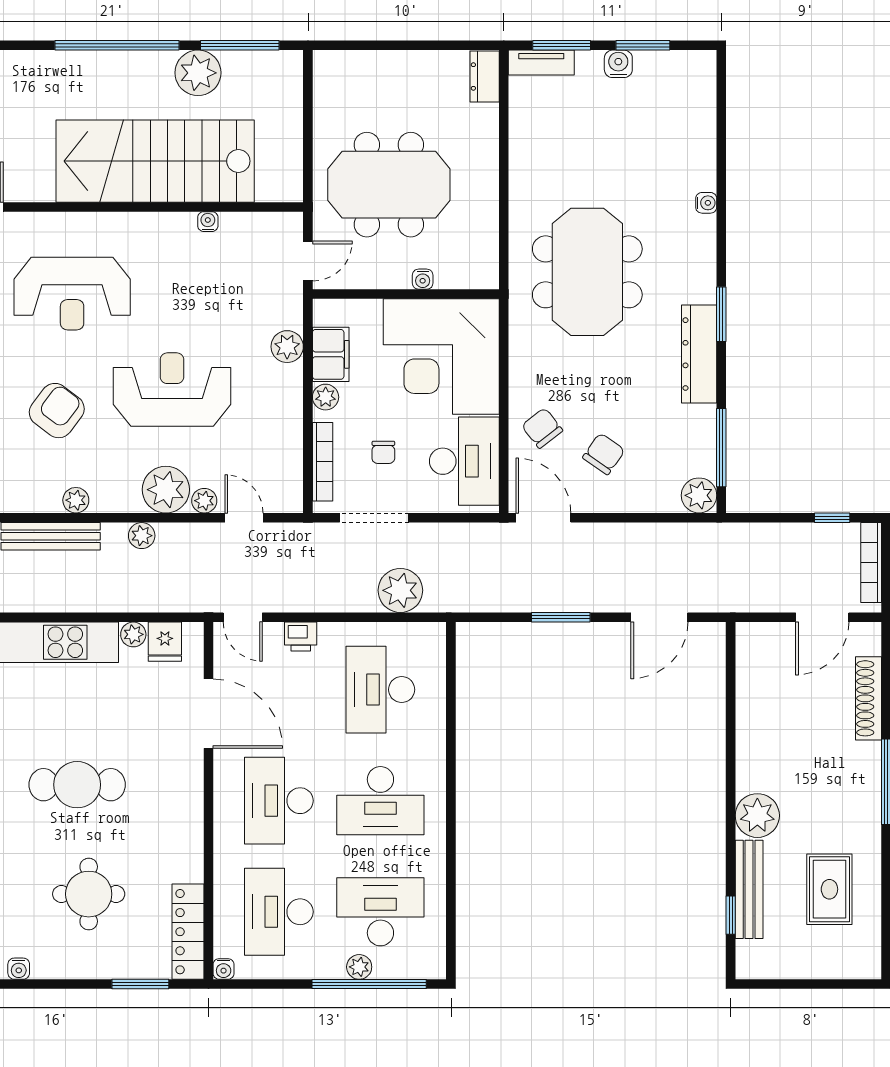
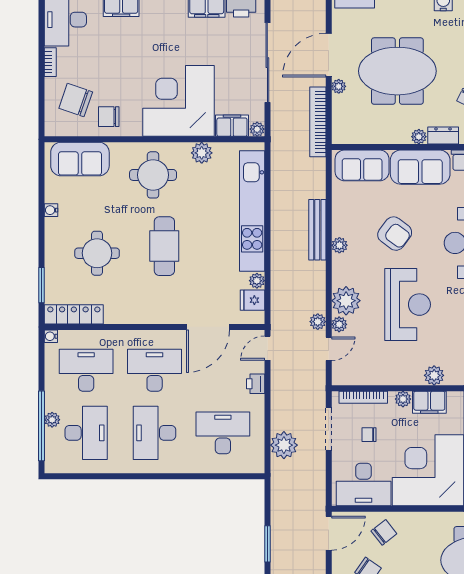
plant: (142, 536) -> (318, 322), moved

